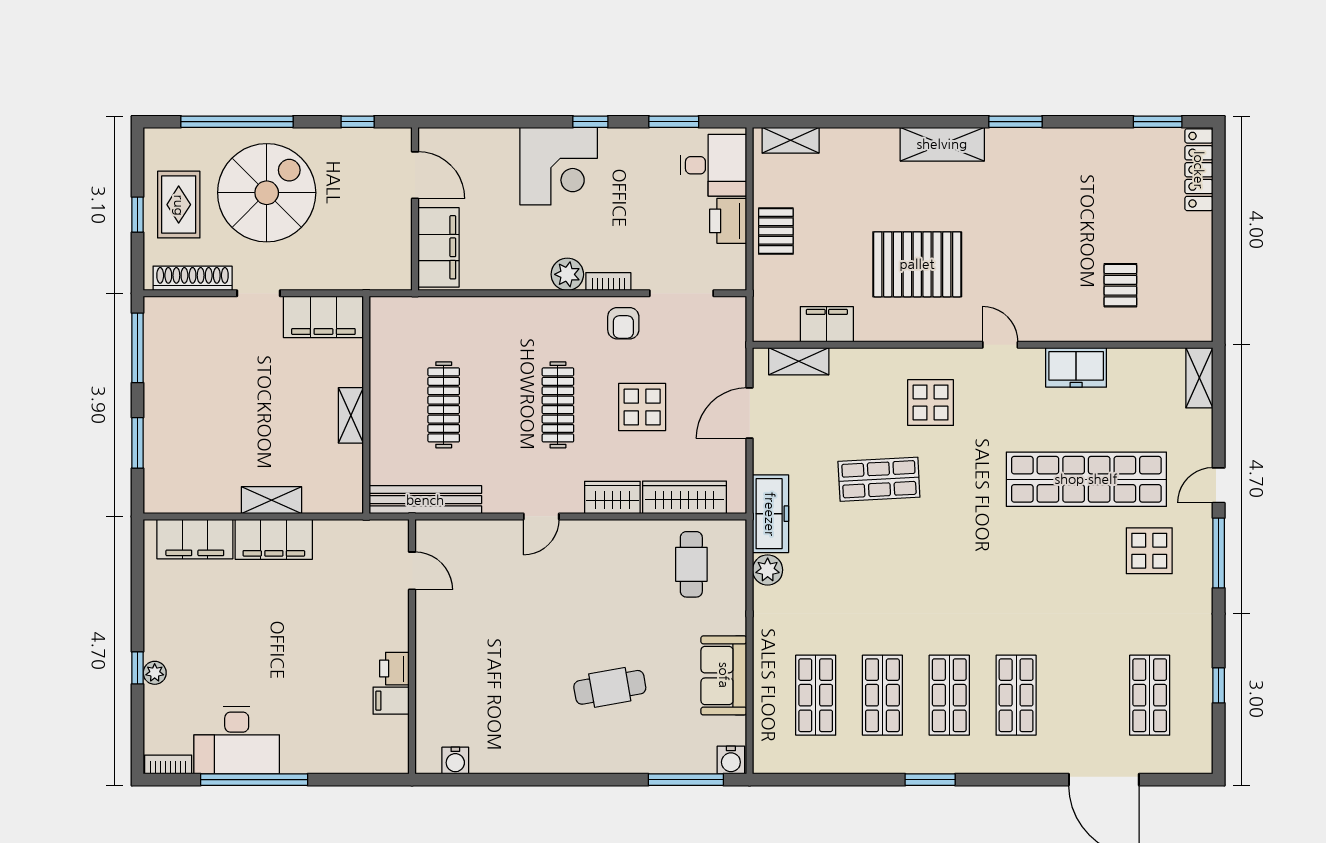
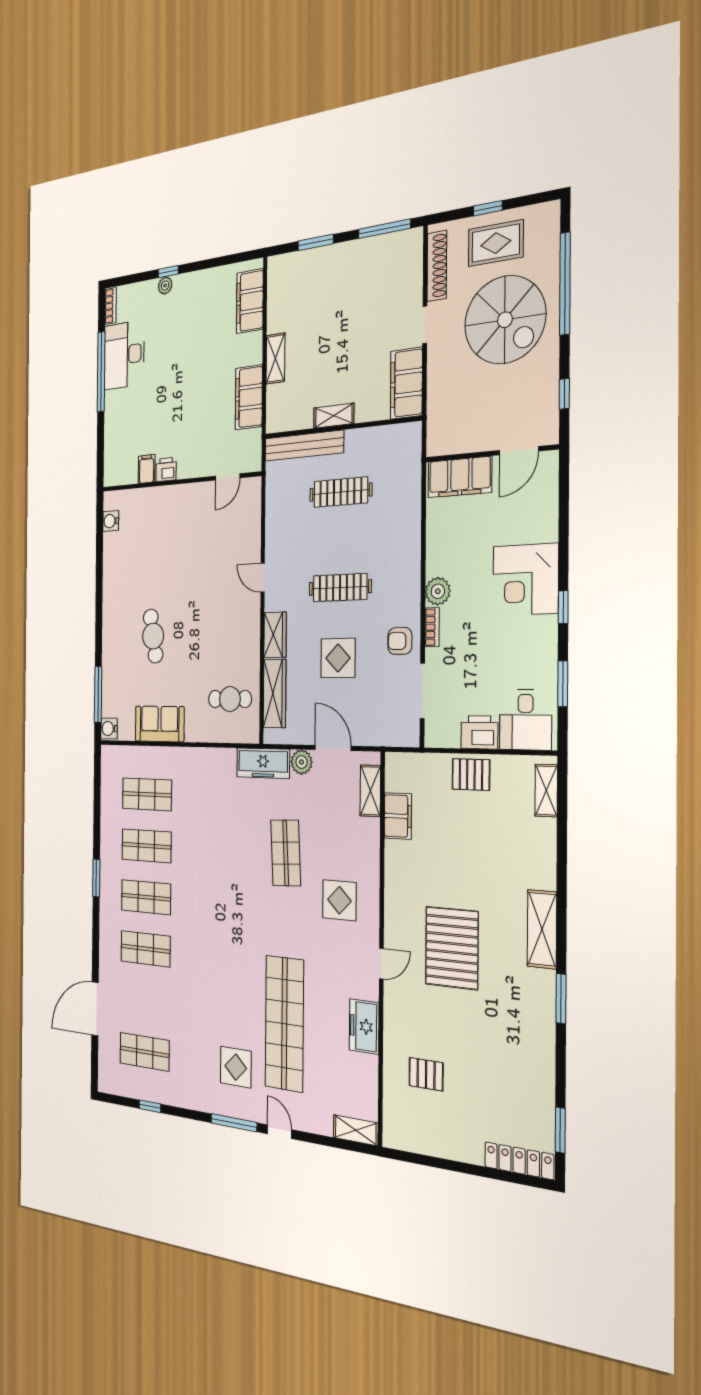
pallet: (917, 264) -> (452, 948), moved
bench: (425, 500) -> (304, 446), moved, turned 90
filing cabinet: (274, 539) -> (249, 397), moved
plant: (768, 570) -> (302, 762), moved

